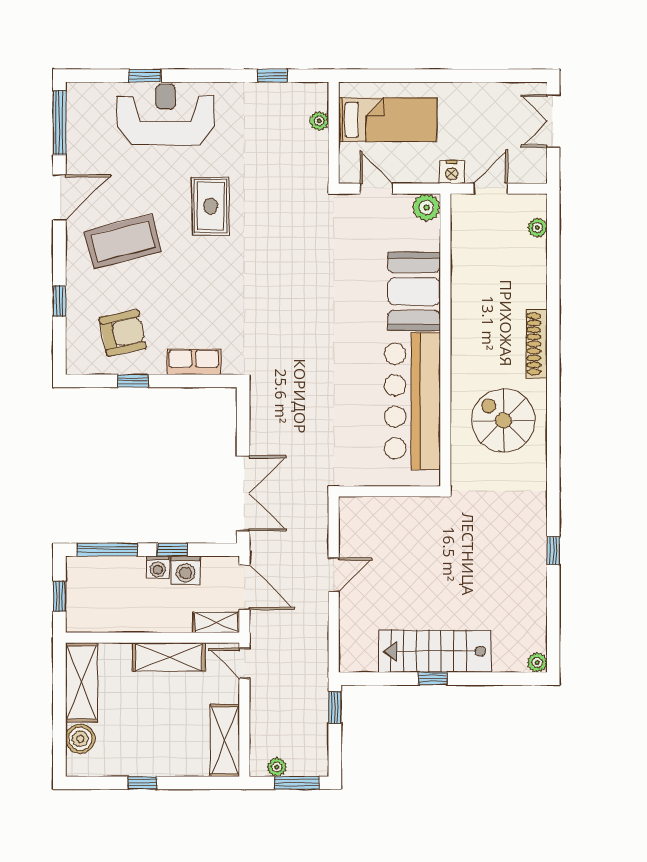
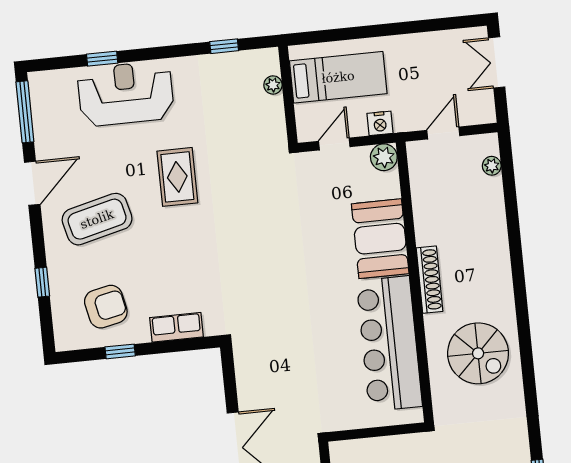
nightstand: (452, 172) -> (380, 123), moved
door: (376, 189) -> (334, 144), hinge flipped
shoe rack: (537, 344) -> (429, 280), moved, turned 180
spiral stairs: (503, 421) -> (478, 353), turned 180

